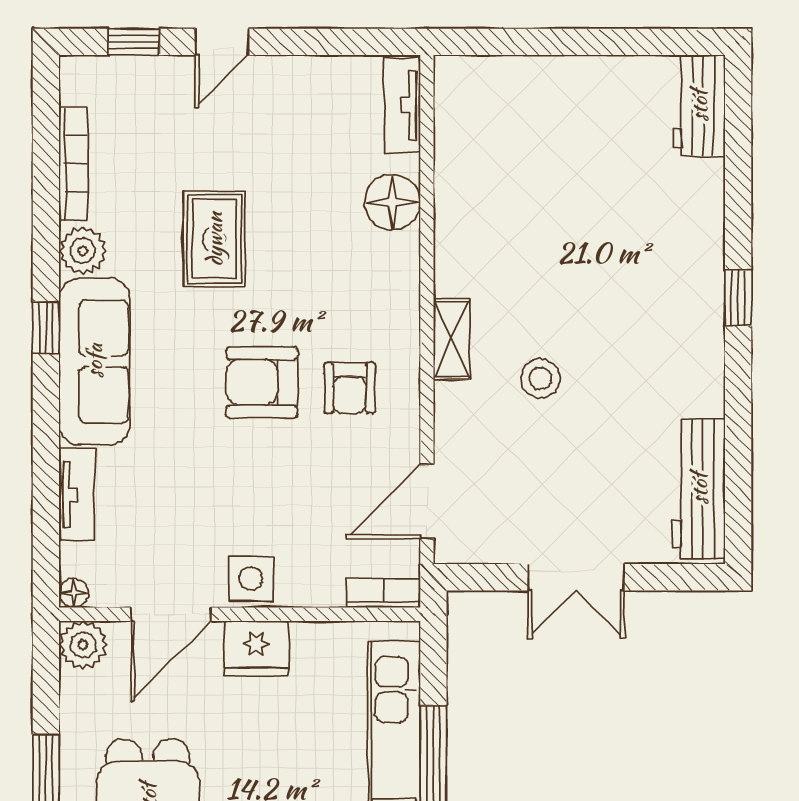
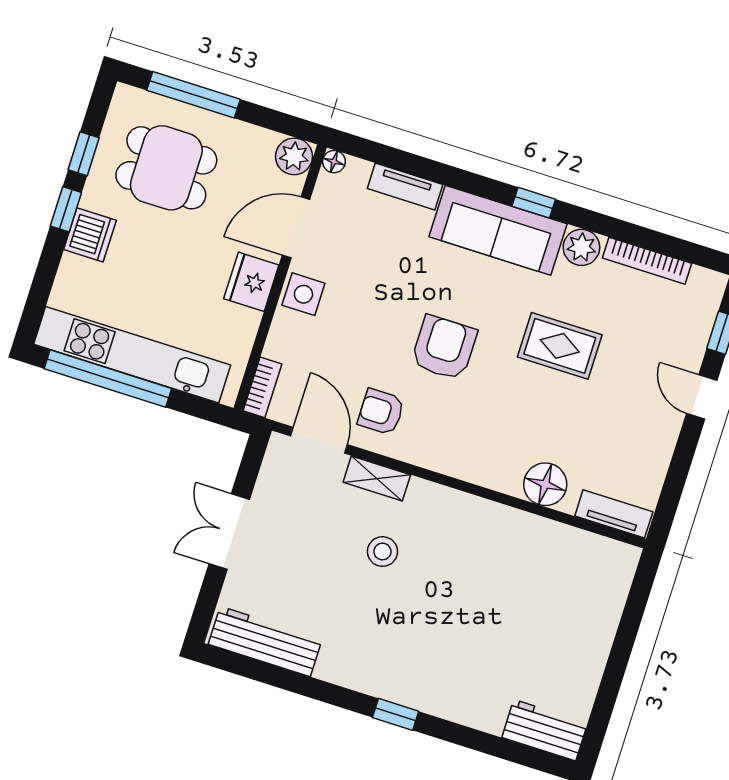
shelving: (452, 339) -> (377, 478), moved
armchair: (350, 388) -> (381, 412), moved
door: (171, 614) -> (296, 227), hinge flipped

